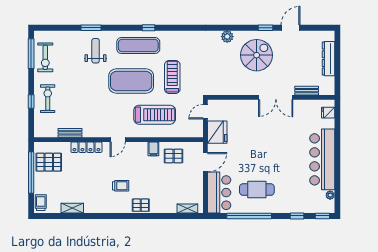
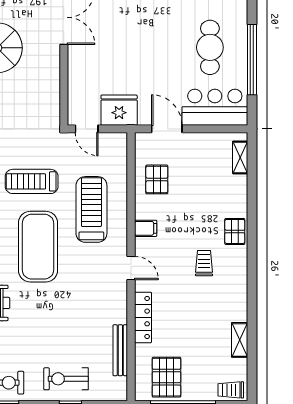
bench: (70, 133) -> (120, 350), width x1.36
filing cabinet: (153, 149) -> (146, 228), moved

